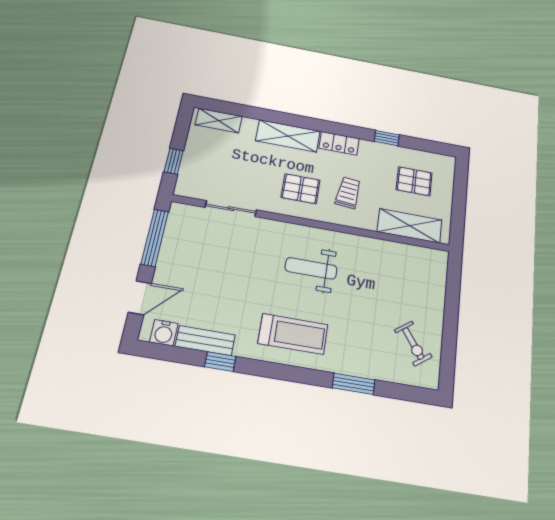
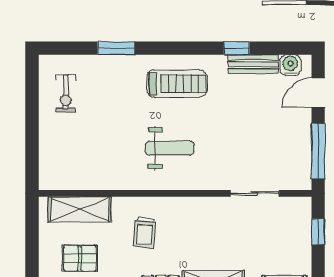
pallet: (301, 189) -> (192, 227), removed
treadmill: (293, 334) -> (177, 84), turned 180
exercise bike: (413, 343) -> (66, 93), turned -144

